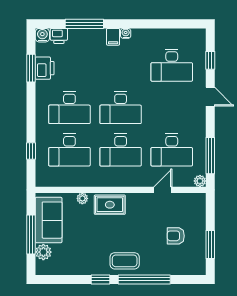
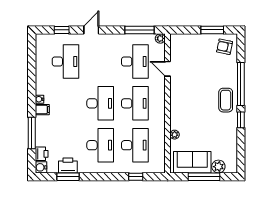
rug: (110, 205) -> (180, 112), removed
armchair: (176, 236) -> (225, 47), moved, turned 102

